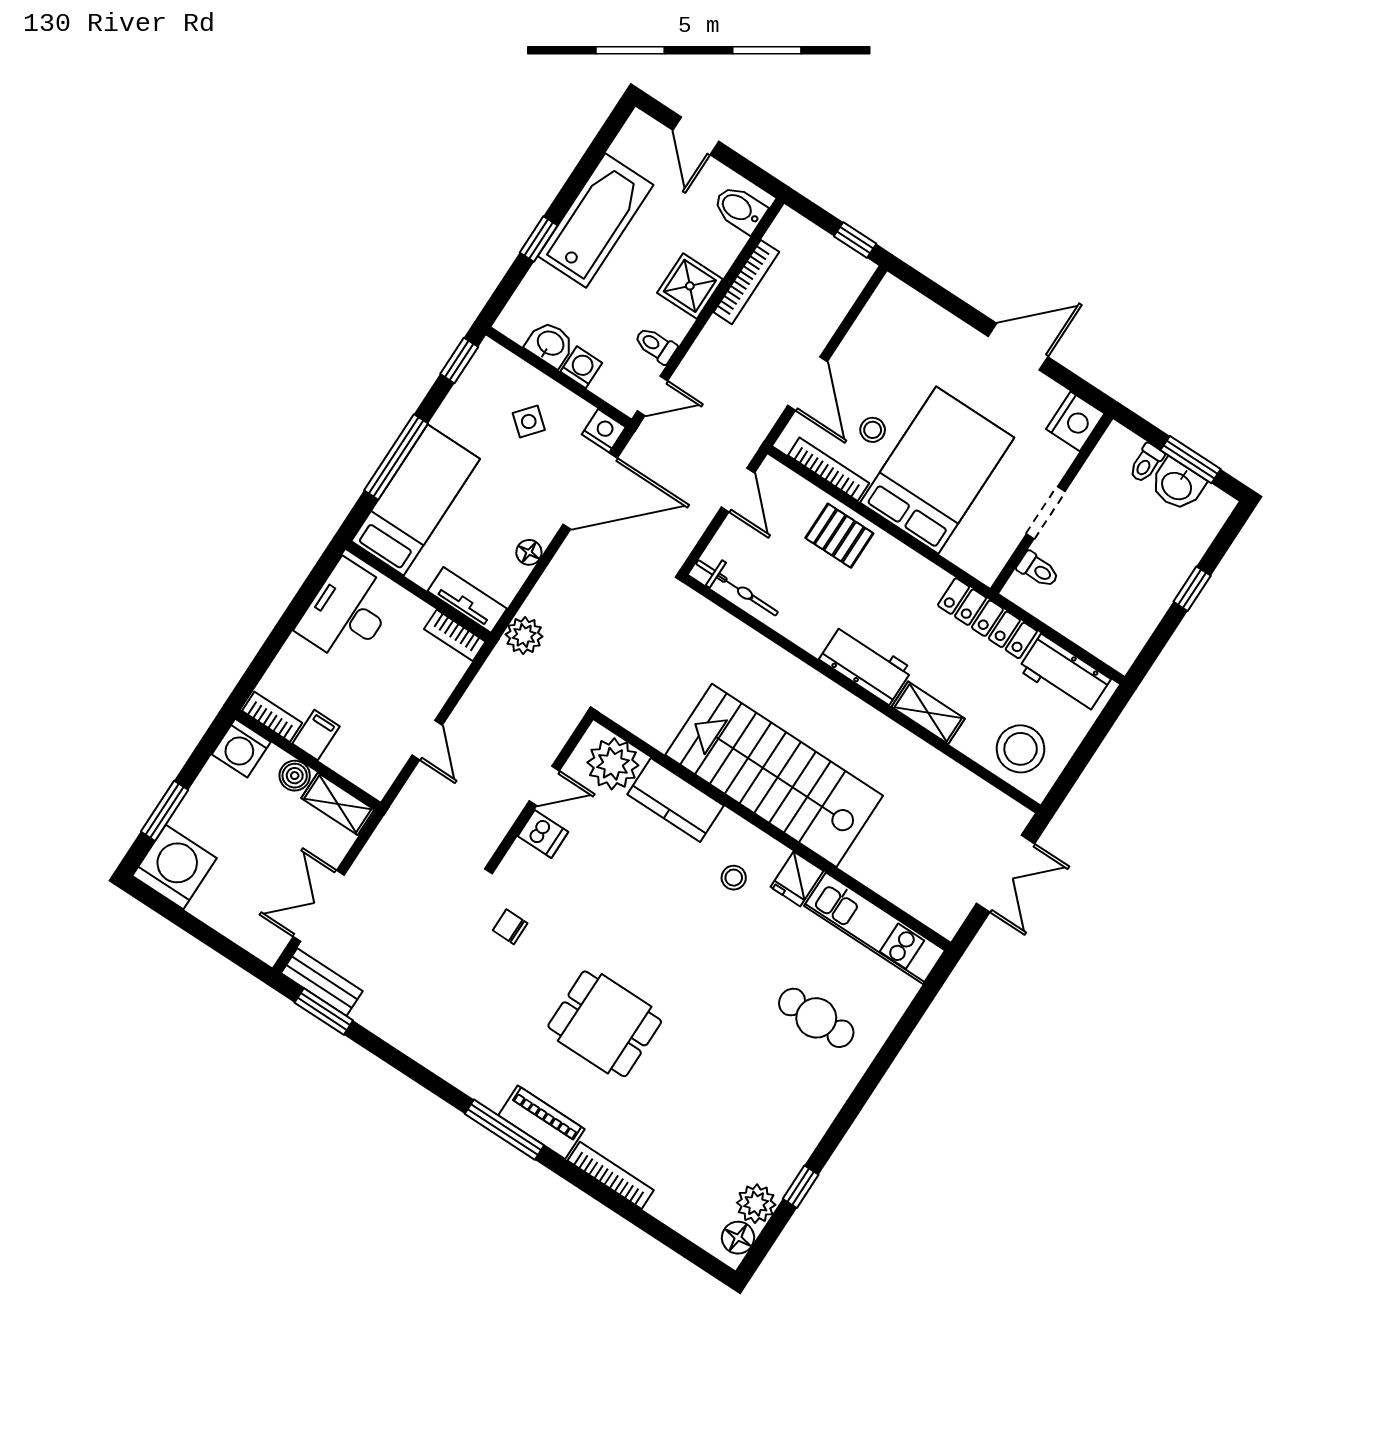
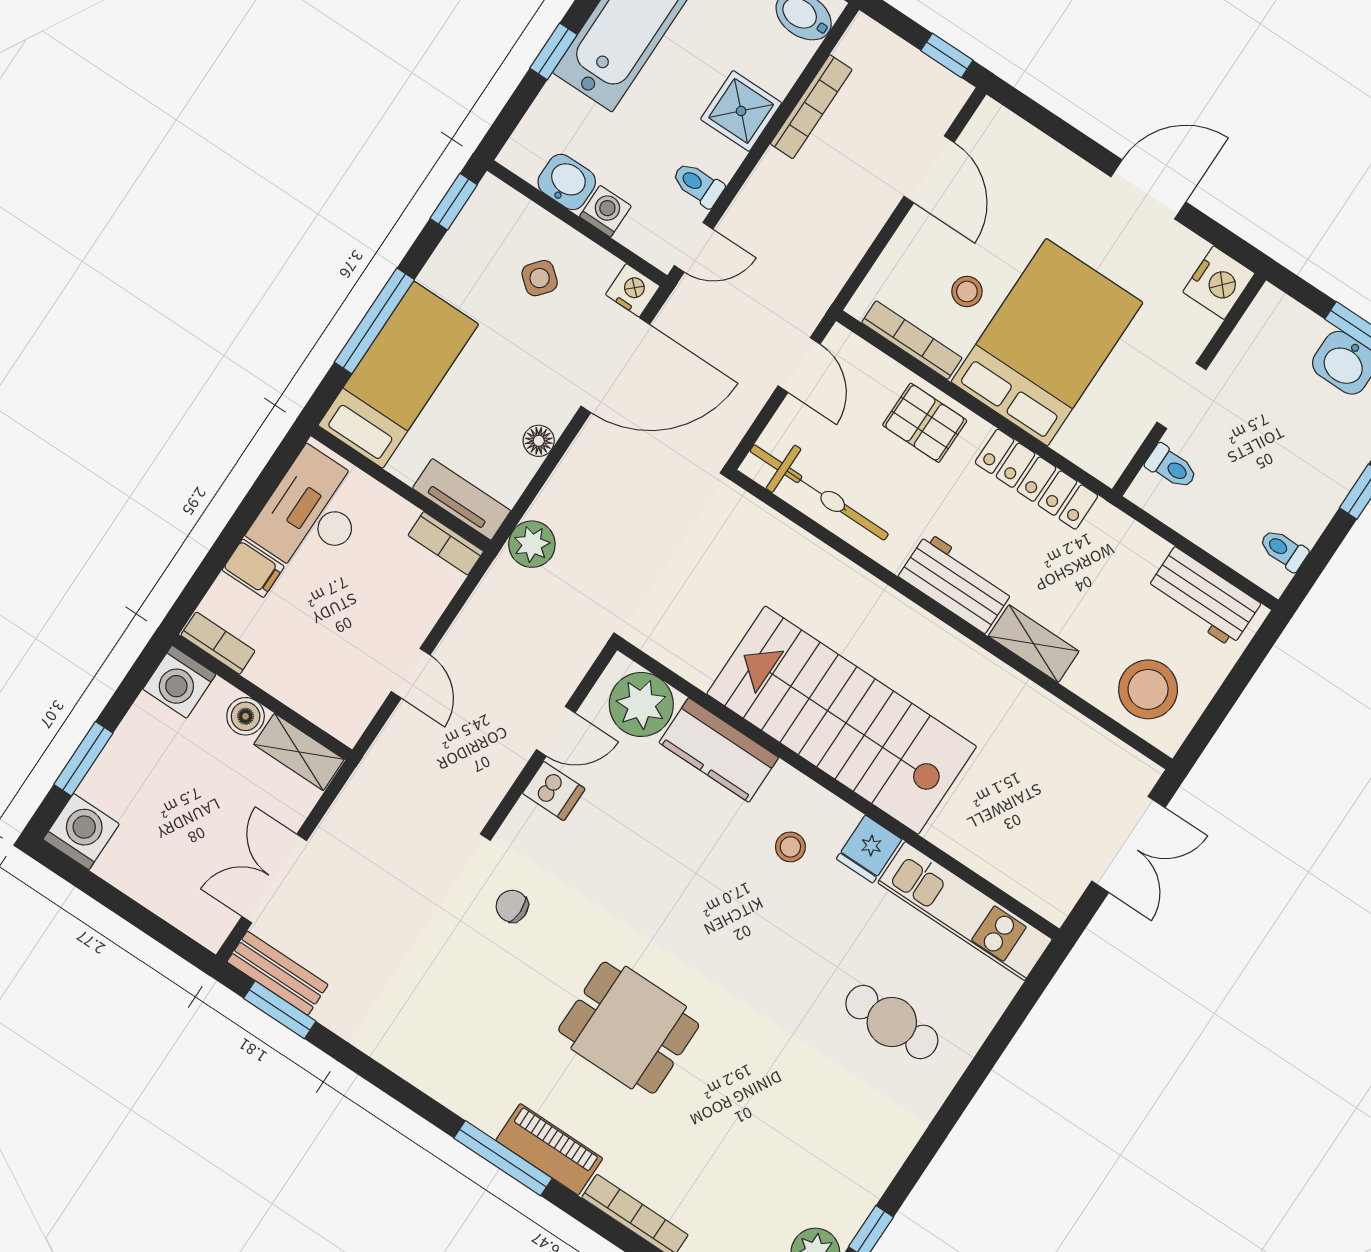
door: (808, 384) -> (929, 169), moved
toilet: (1146, 463) -> (1284, 550), moved, turned 90
bicycle: (737, 588) -> (819, 492), width x1.37, depth x1.40
locker: (987, 618) -> (1036, 479), moved
filing cabinet: (316, 735) -> (253, 568), moved, turned 90
washing machine: (175, 867) -> (81, 832), width x0.73, depth x0.73

